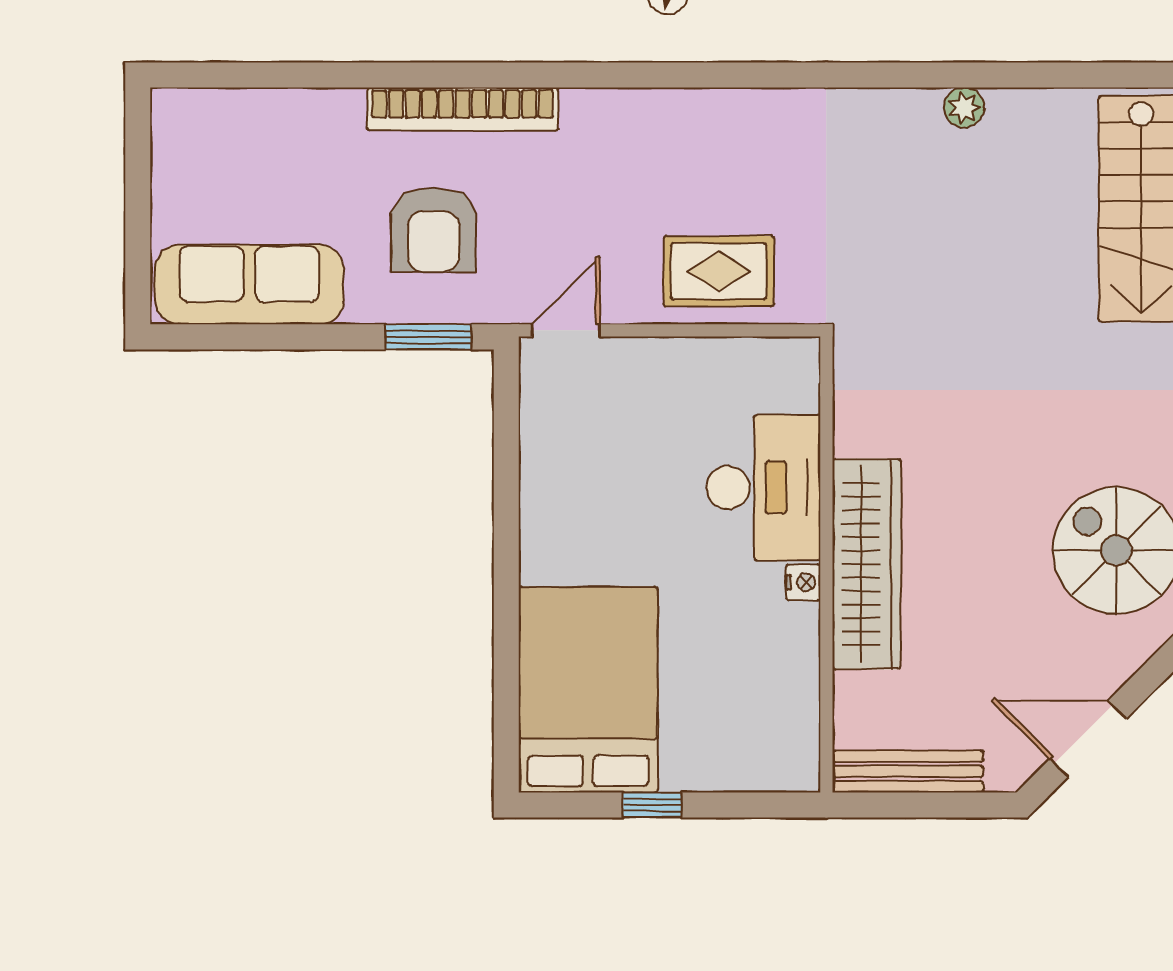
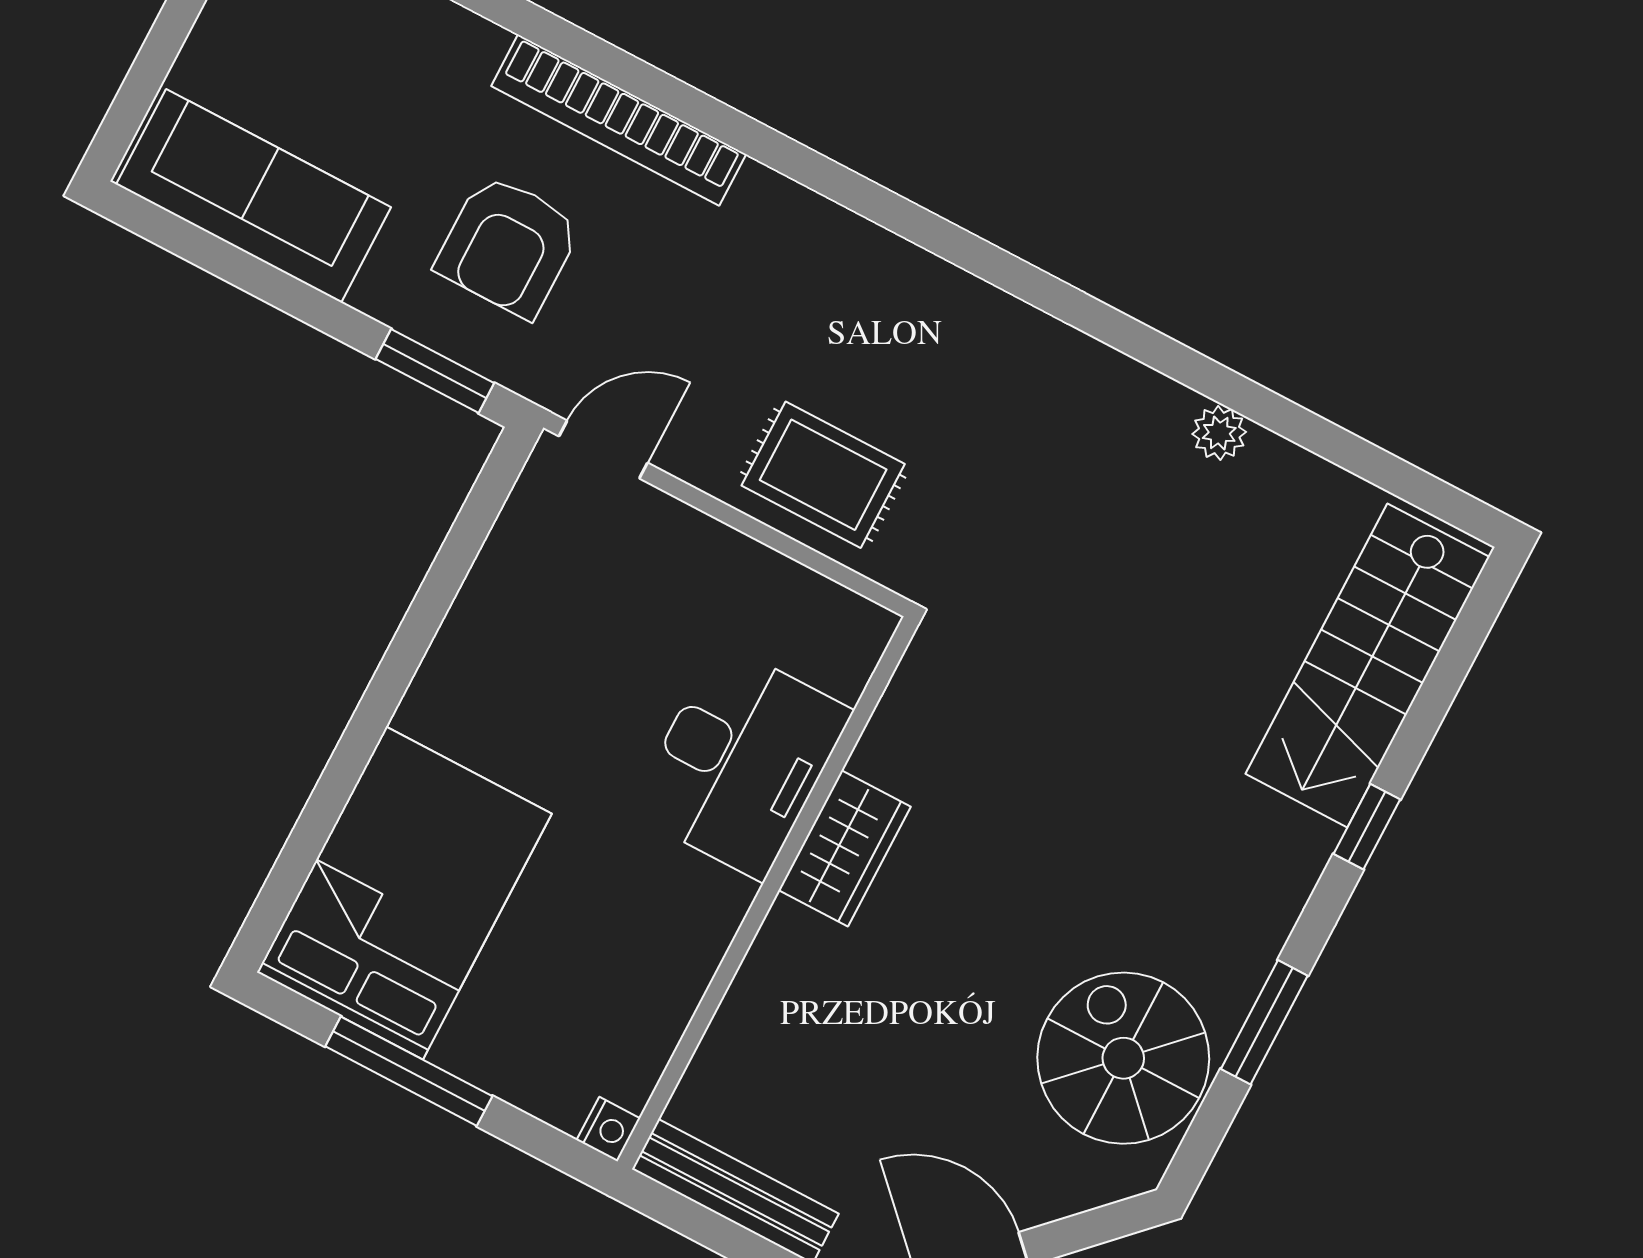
wardrobe: (867, 564) -> (845, 848), width x0.48, depth x0.85
nightstand: (803, 582) -> (608, 1129), moved
window: (652, 805) -> (409, 1071), width x2.17

